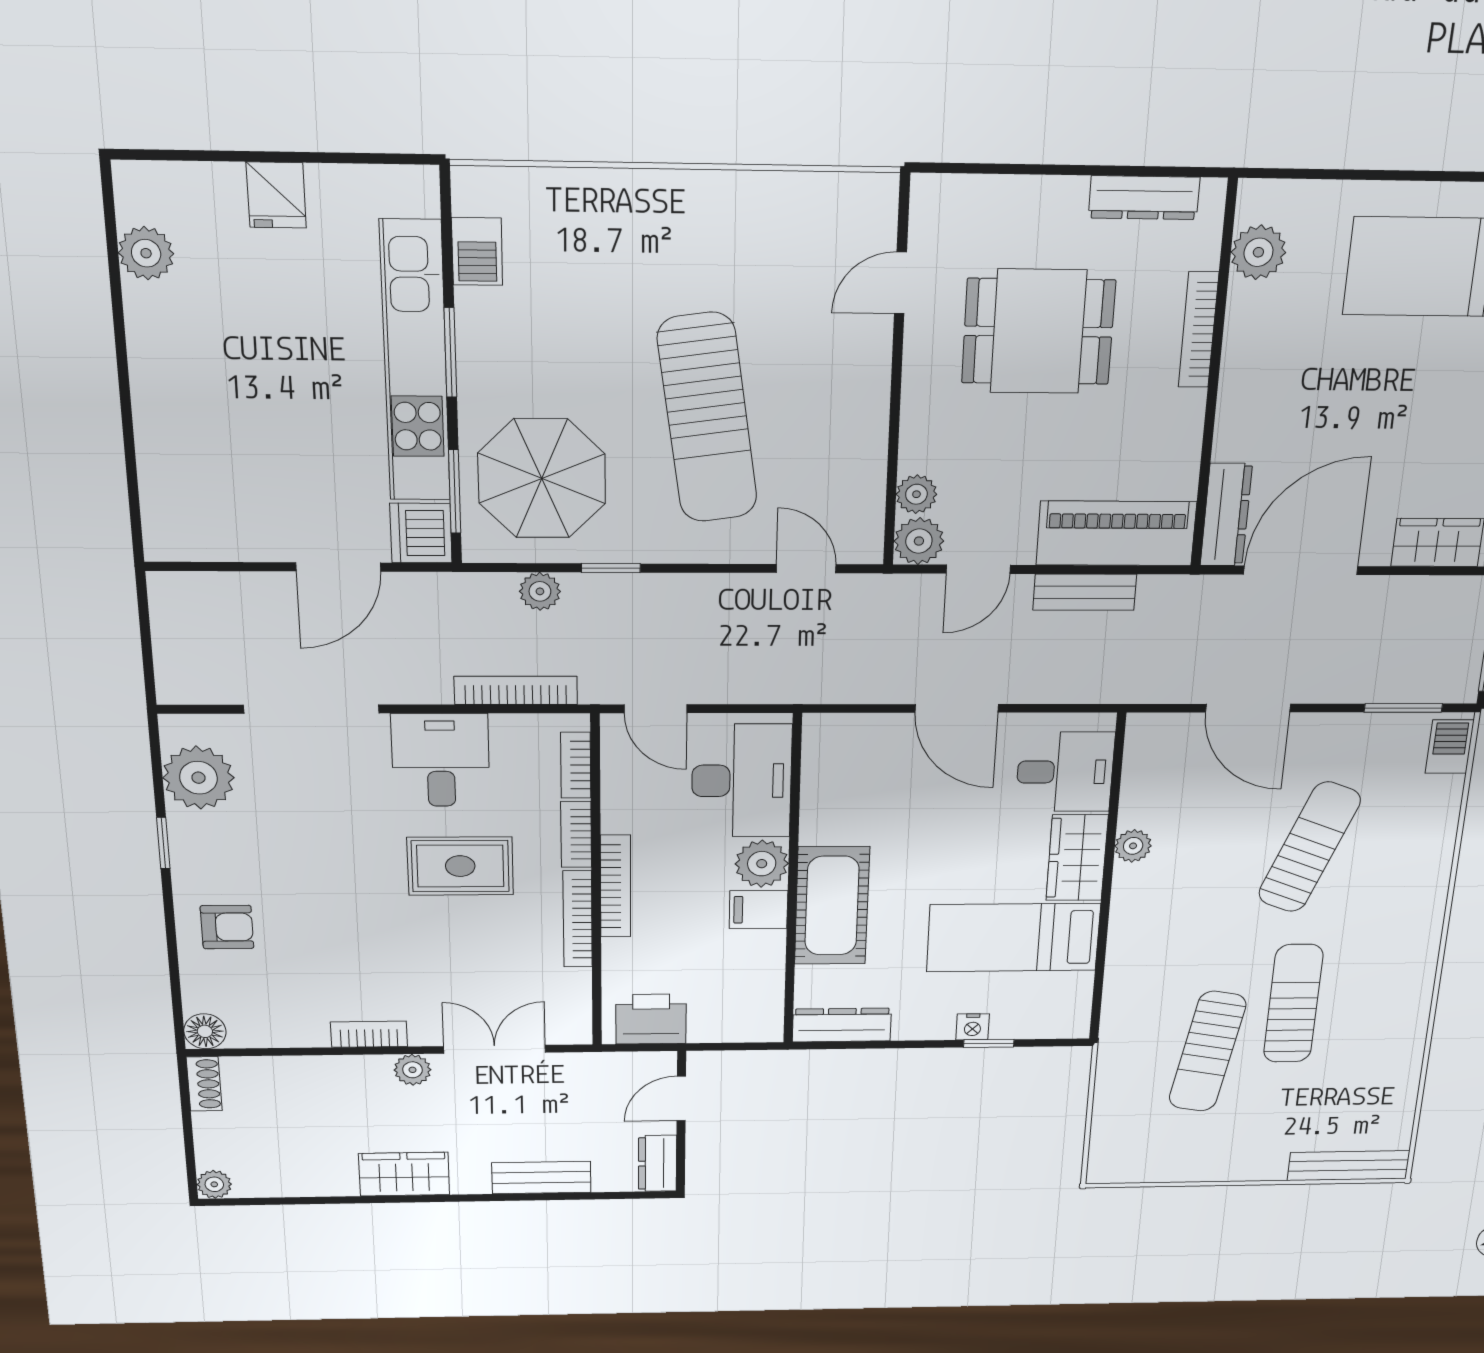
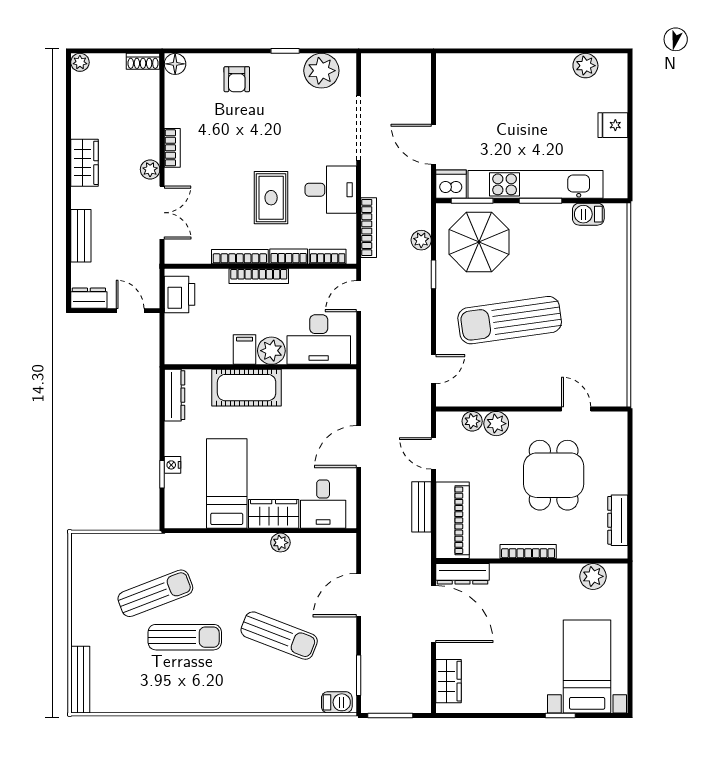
bookcase: (1198, 330) -> (528, 552), moved
plant: (919, 541) -> (496, 424), moved
sun lounger: (1207, 1052) -> (155, 593), turned 149

